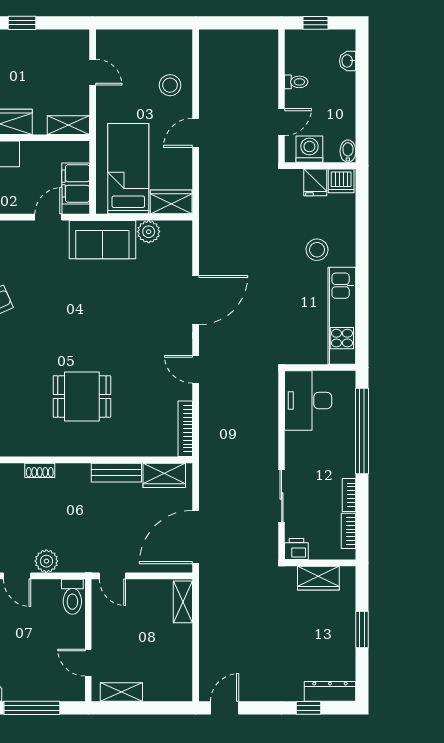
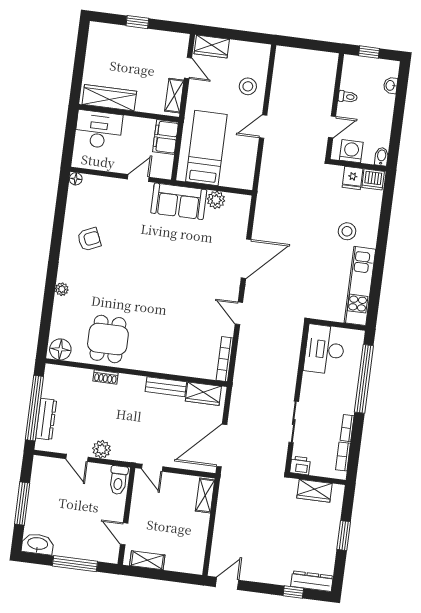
shelving: (68, 125) -> (174, 96), moved, turned 90
filing cabinet: (76, 183) -> (165, 137), moved
wardrobe: (171, 202) -> (212, 46), moved, turned 180
dining table: (82, 397) -> (108, 339), moved, turned 90

